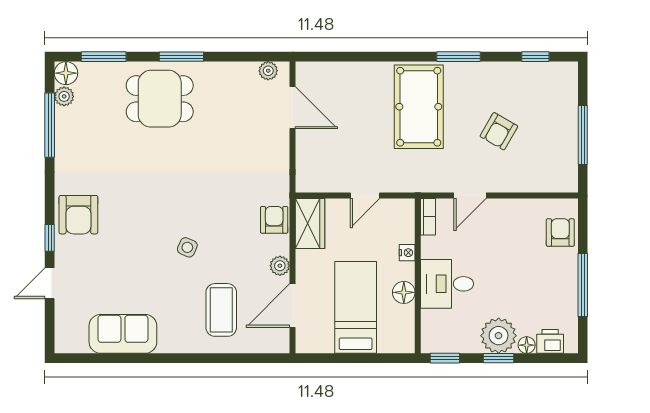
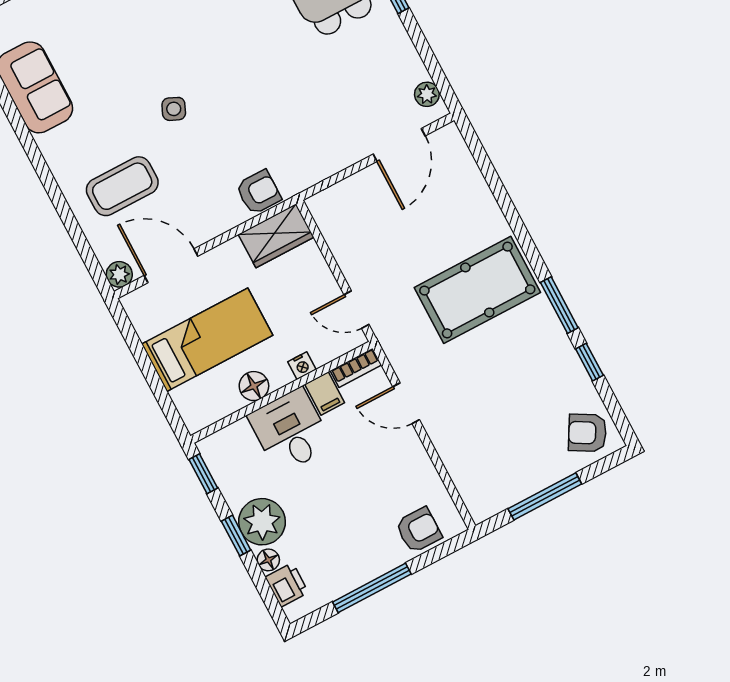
window: (535, 57) -> (589, 362), moved
armchair: (499, 131) -> (587, 433), moved
door: (365, 196) -> (357, 310), moved
filing cabinet: (434, 247) -> (325, 394), added
plant: (280, 266) -> (119, 274), moved

